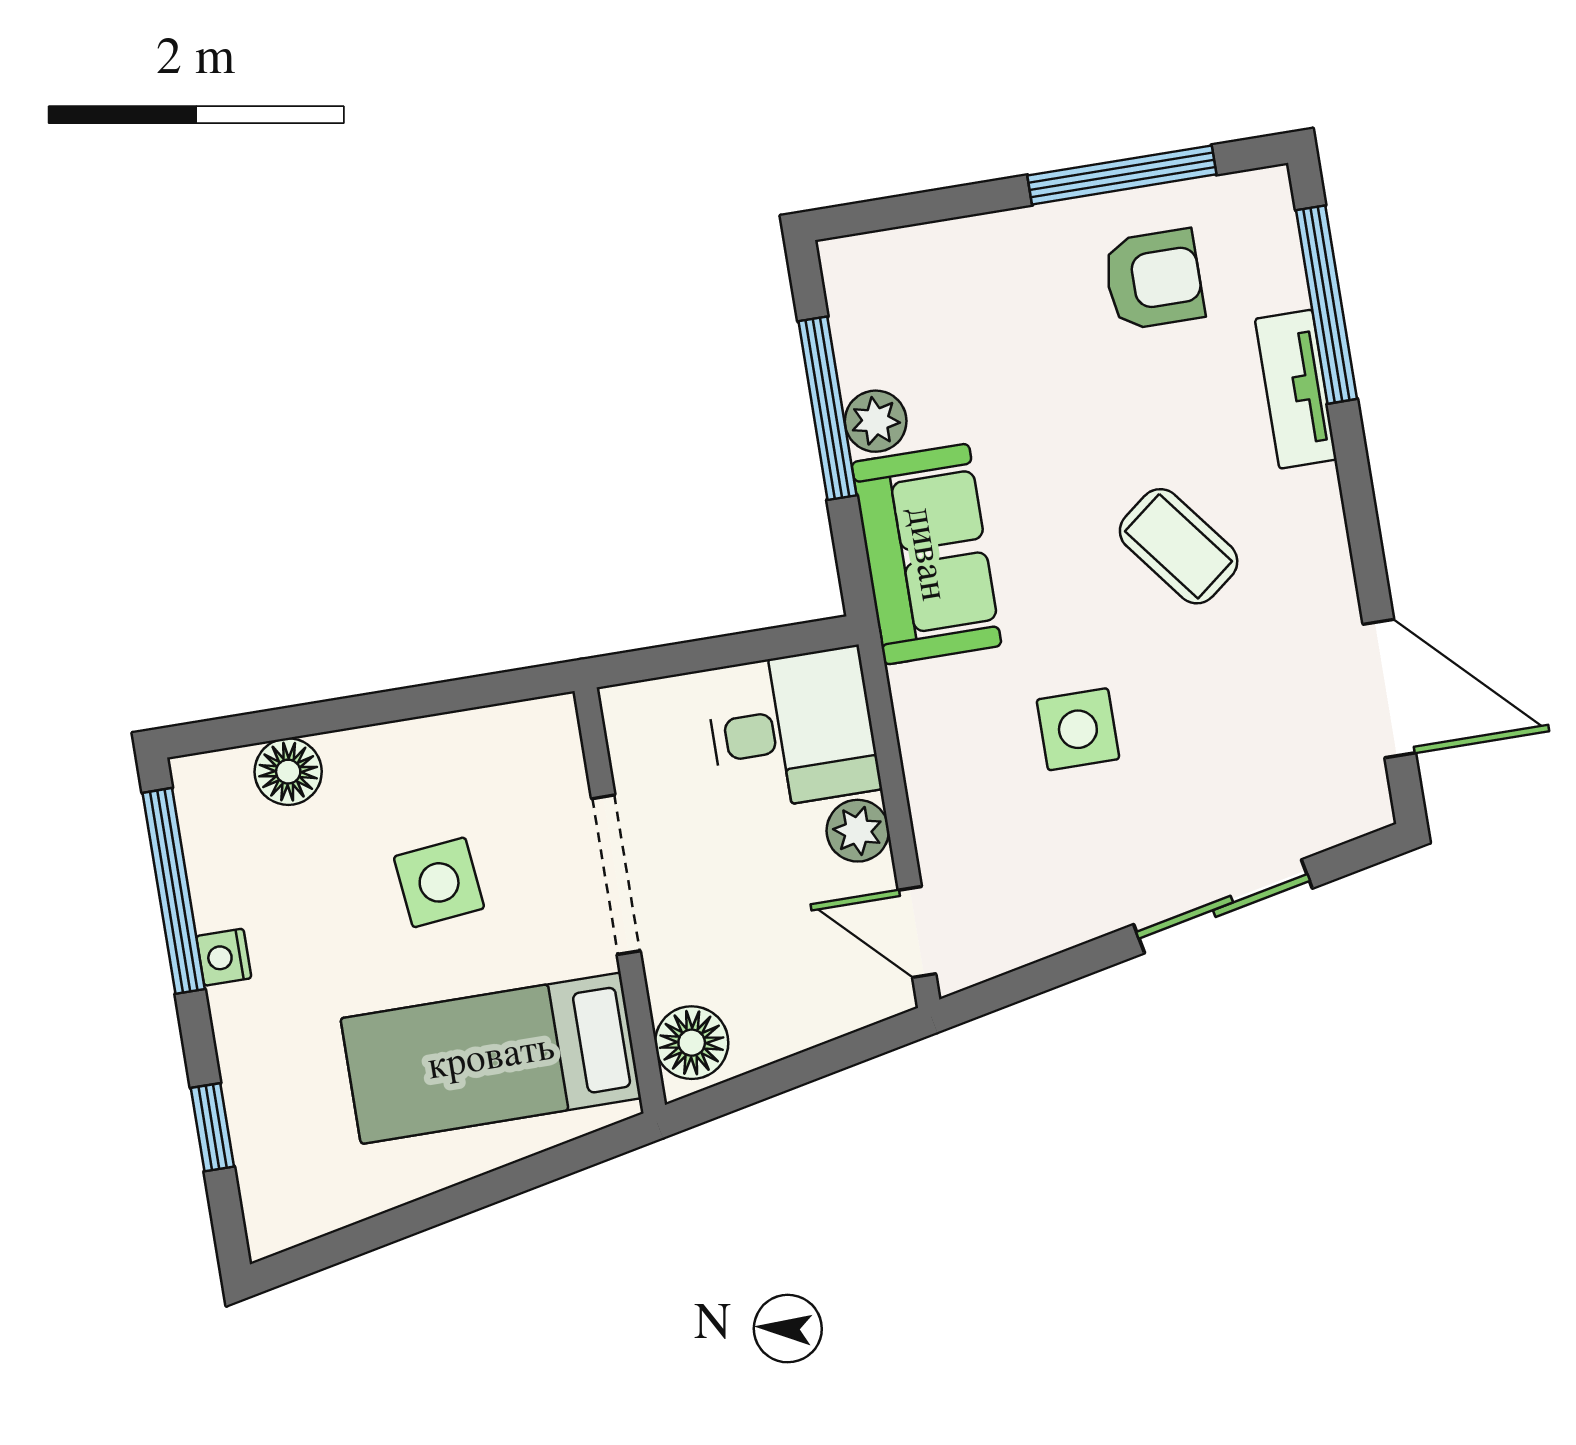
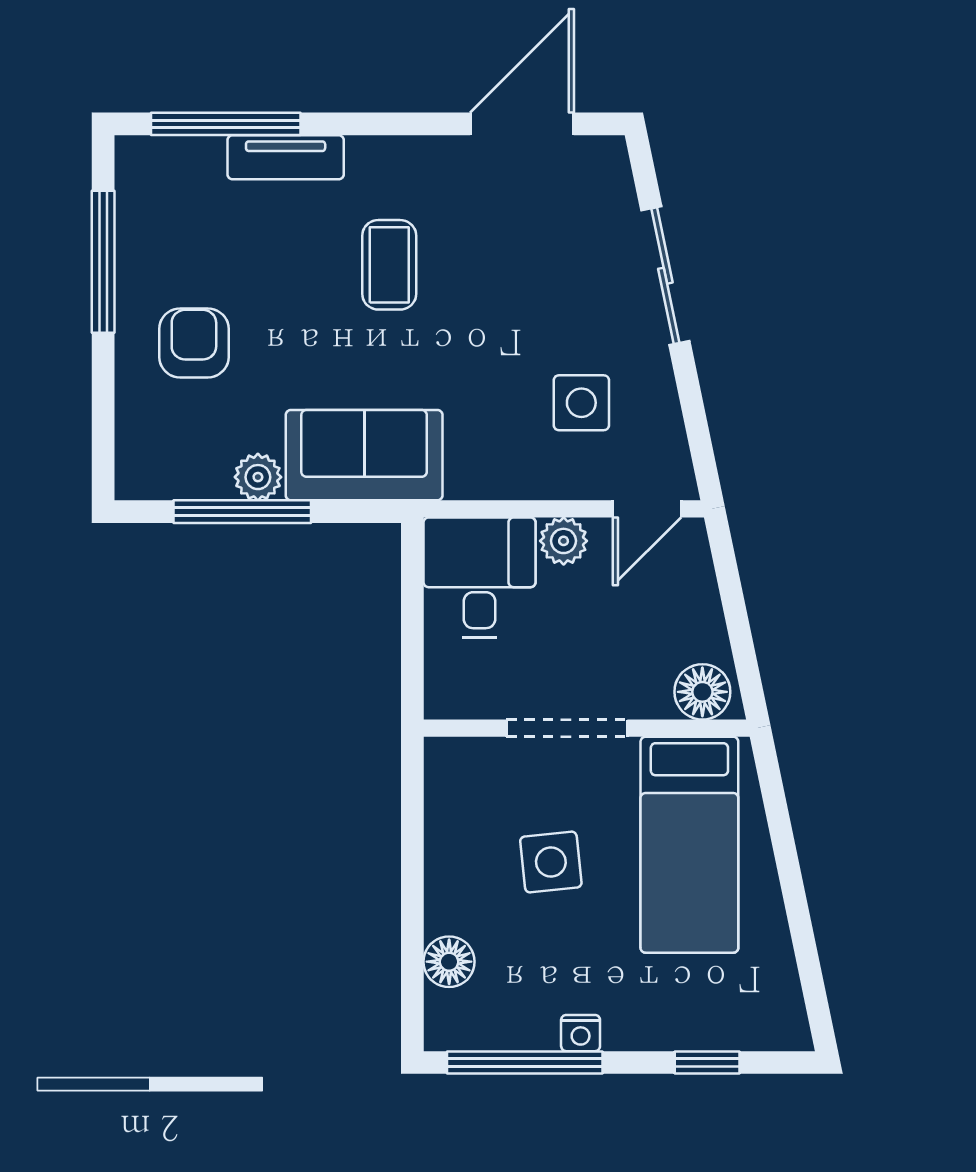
armchair: (1154, 279) -> (194, 343), moved
coffee table: (1179, 546) -> (389, 265), turned -52
side table: (1078, 729) -> (581, 403), moved

